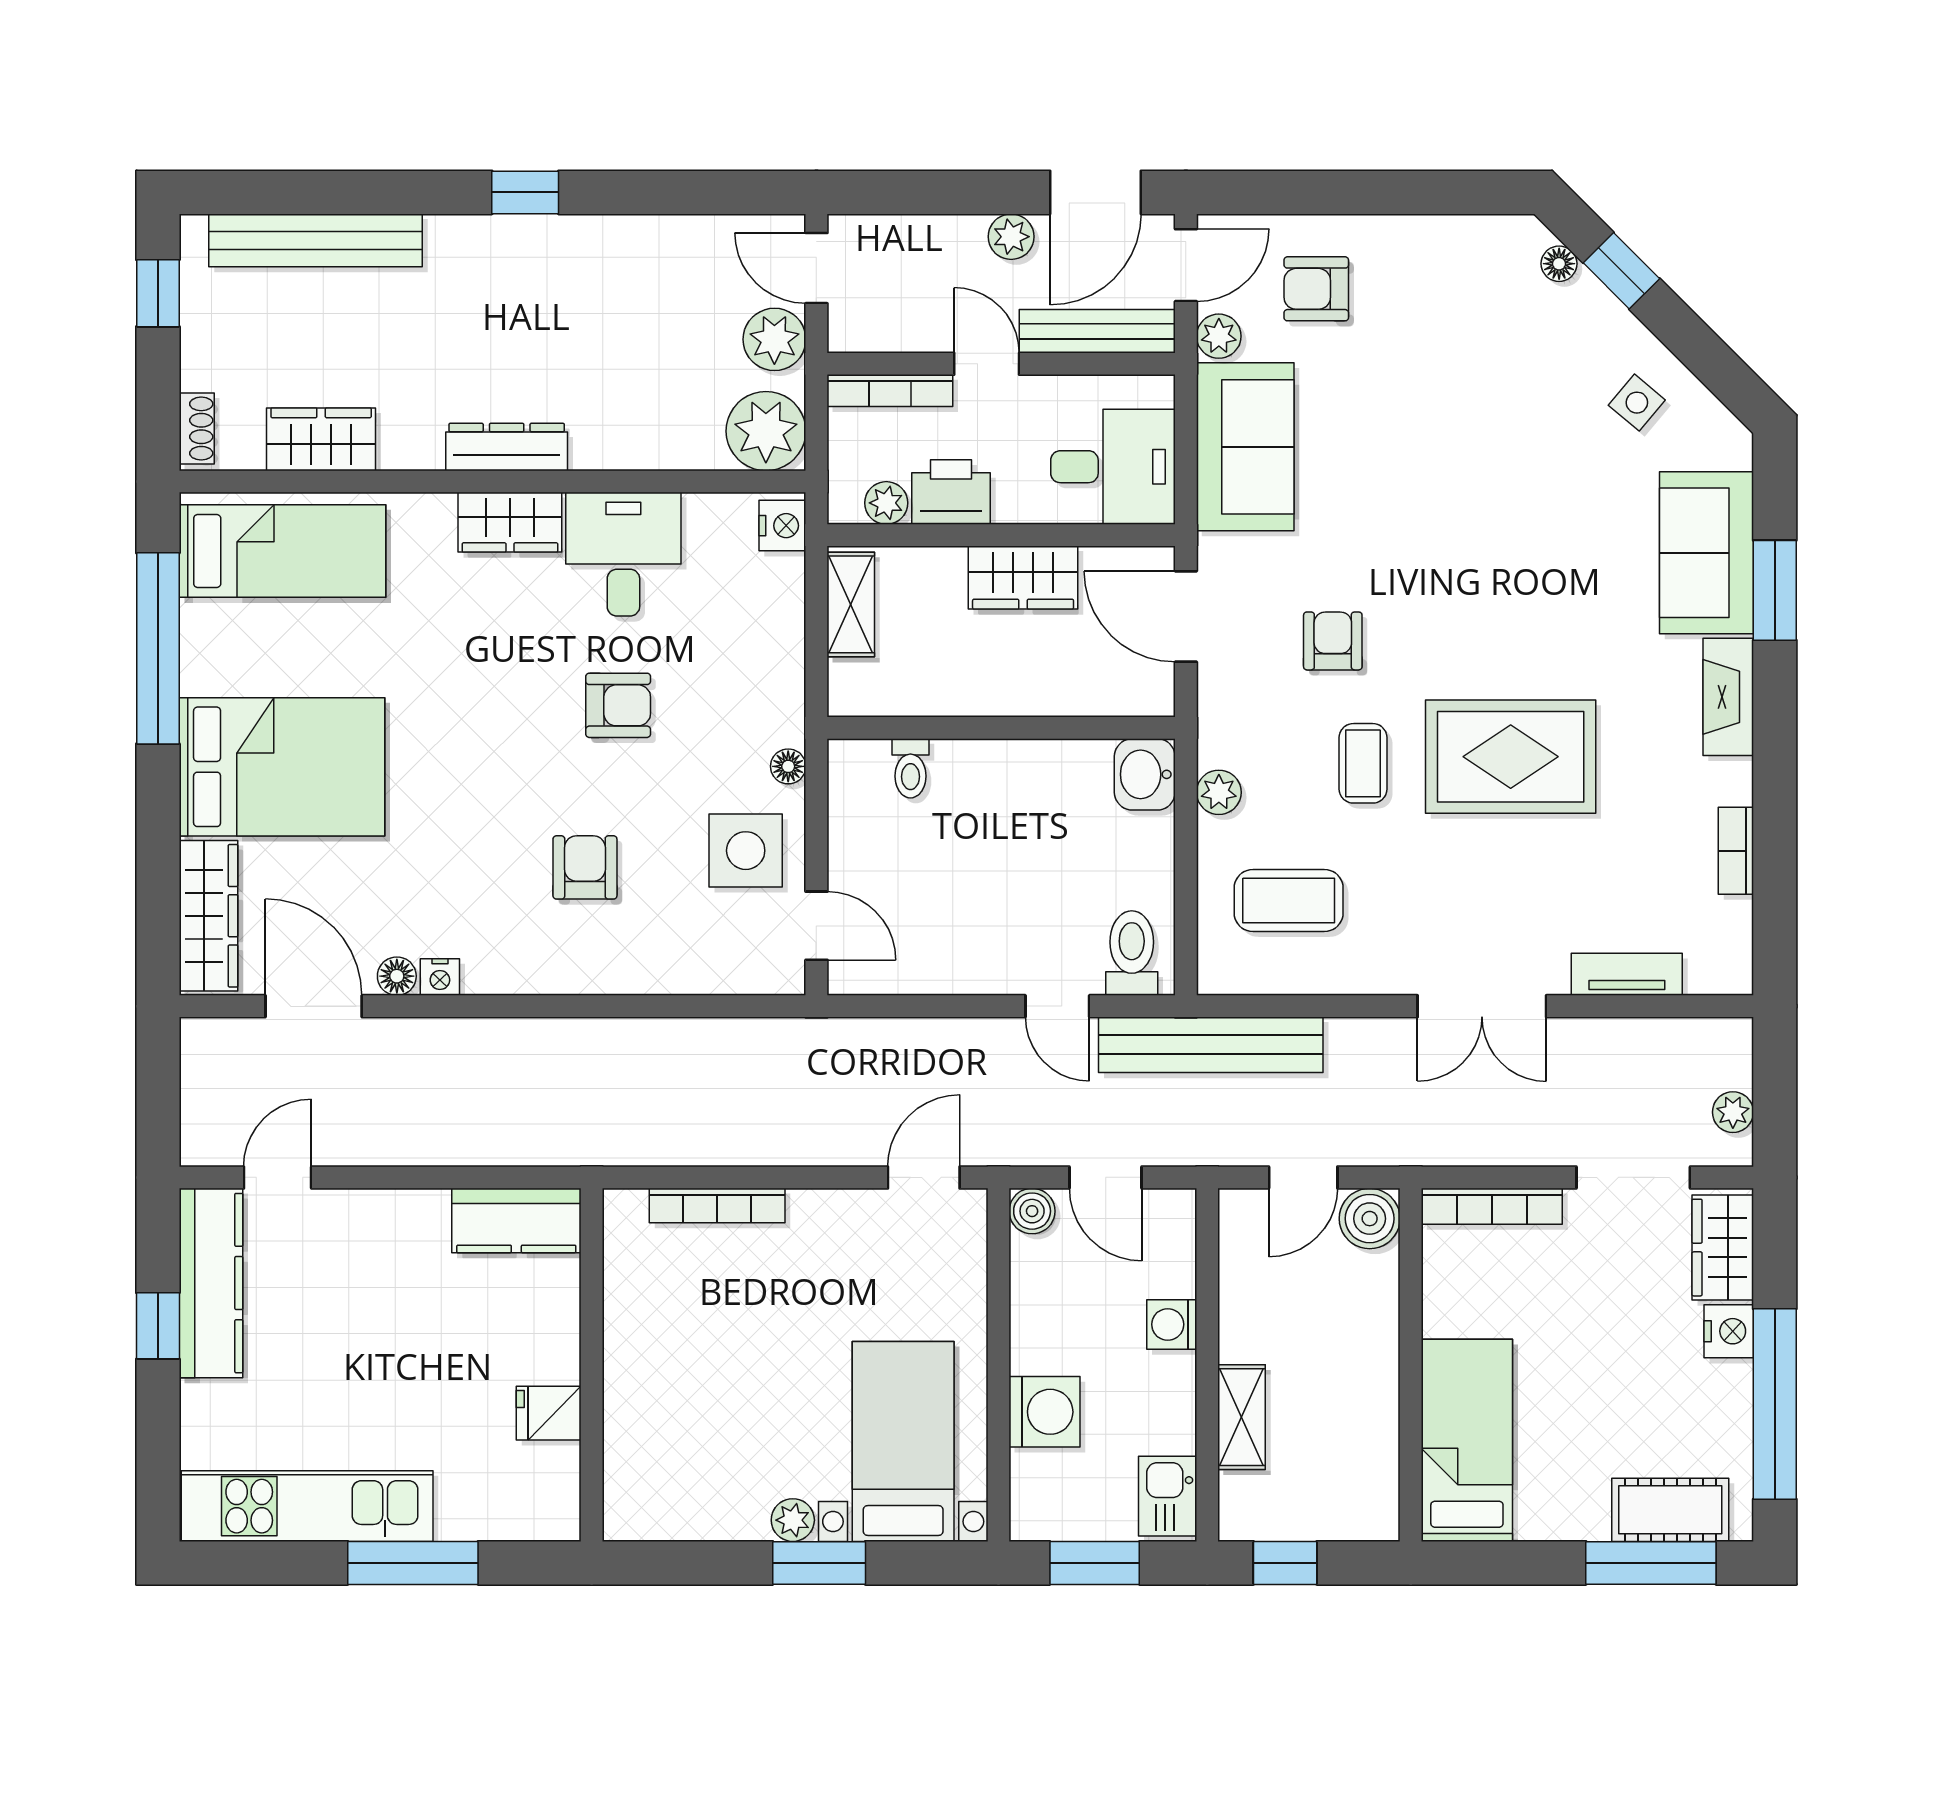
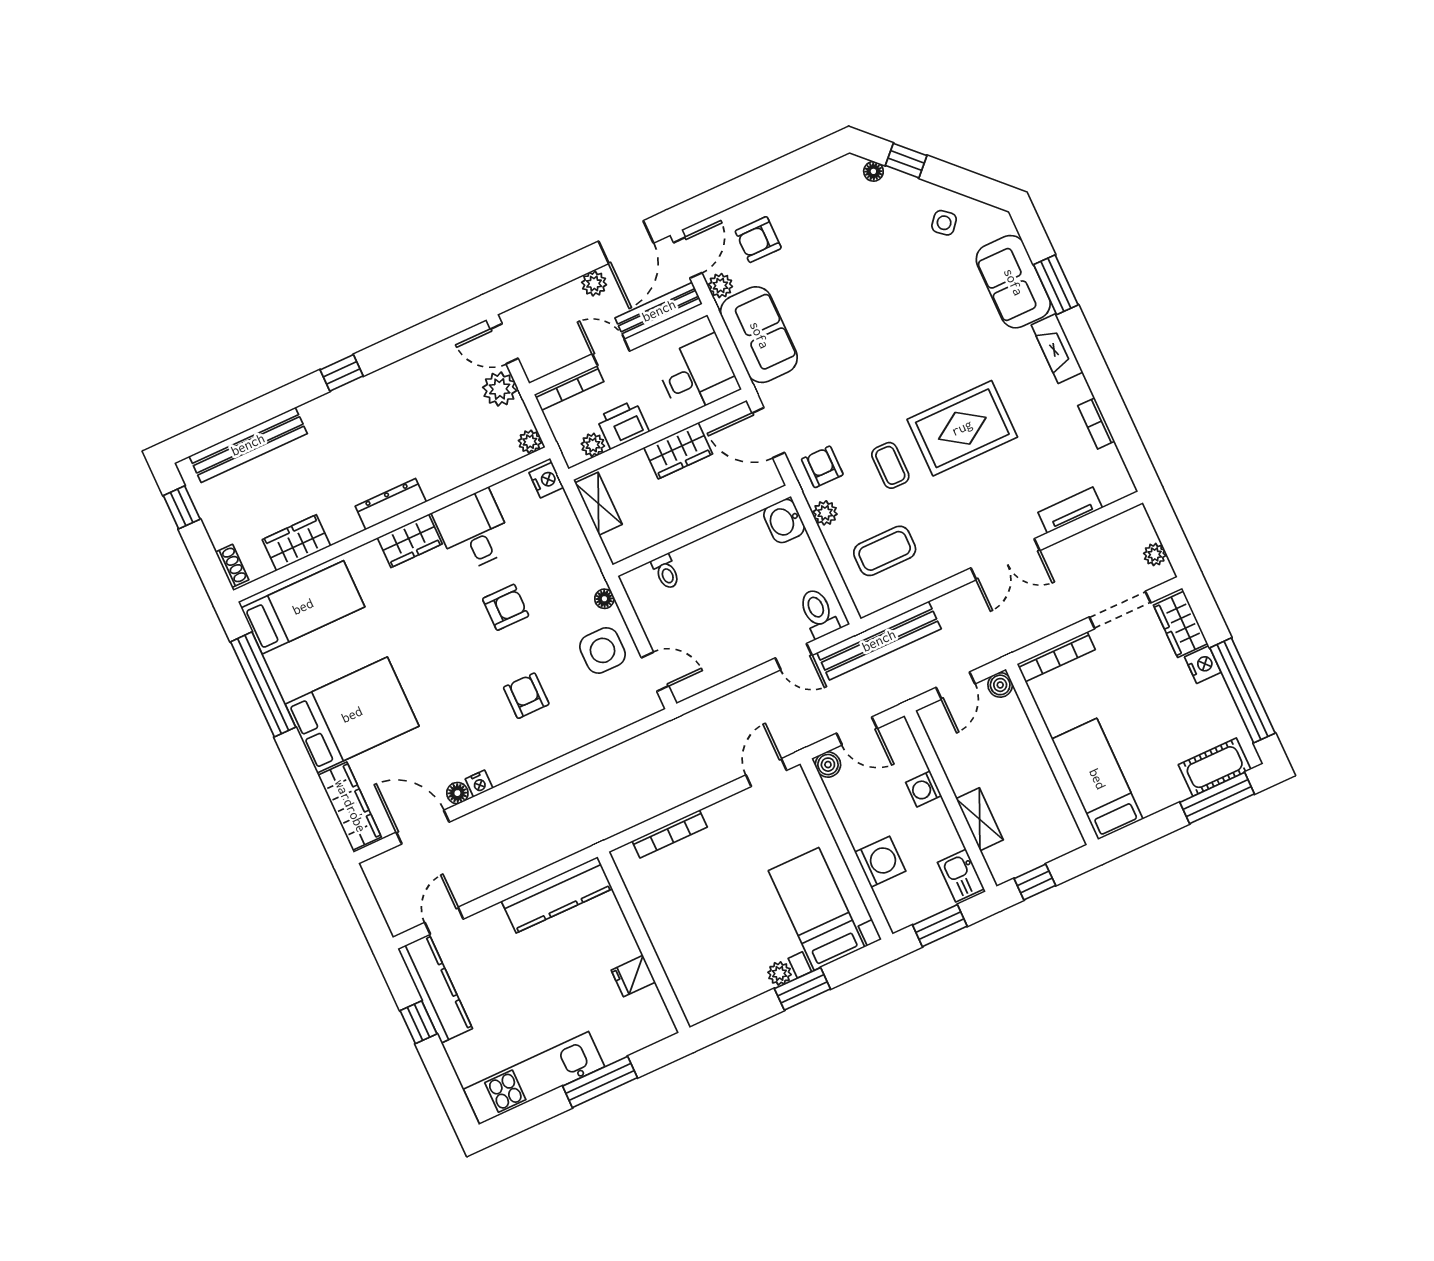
plant: (766, 431) -> (530, 442), width x0.53, depth x0.53
armchair: (1333, 641) -> (822, 467), moved
boiler: (1370, 1219) -> (1000, 685), width x0.73, depth x0.73
kitchen counter: (516, 1220) -> (557, 895), width x1.50

